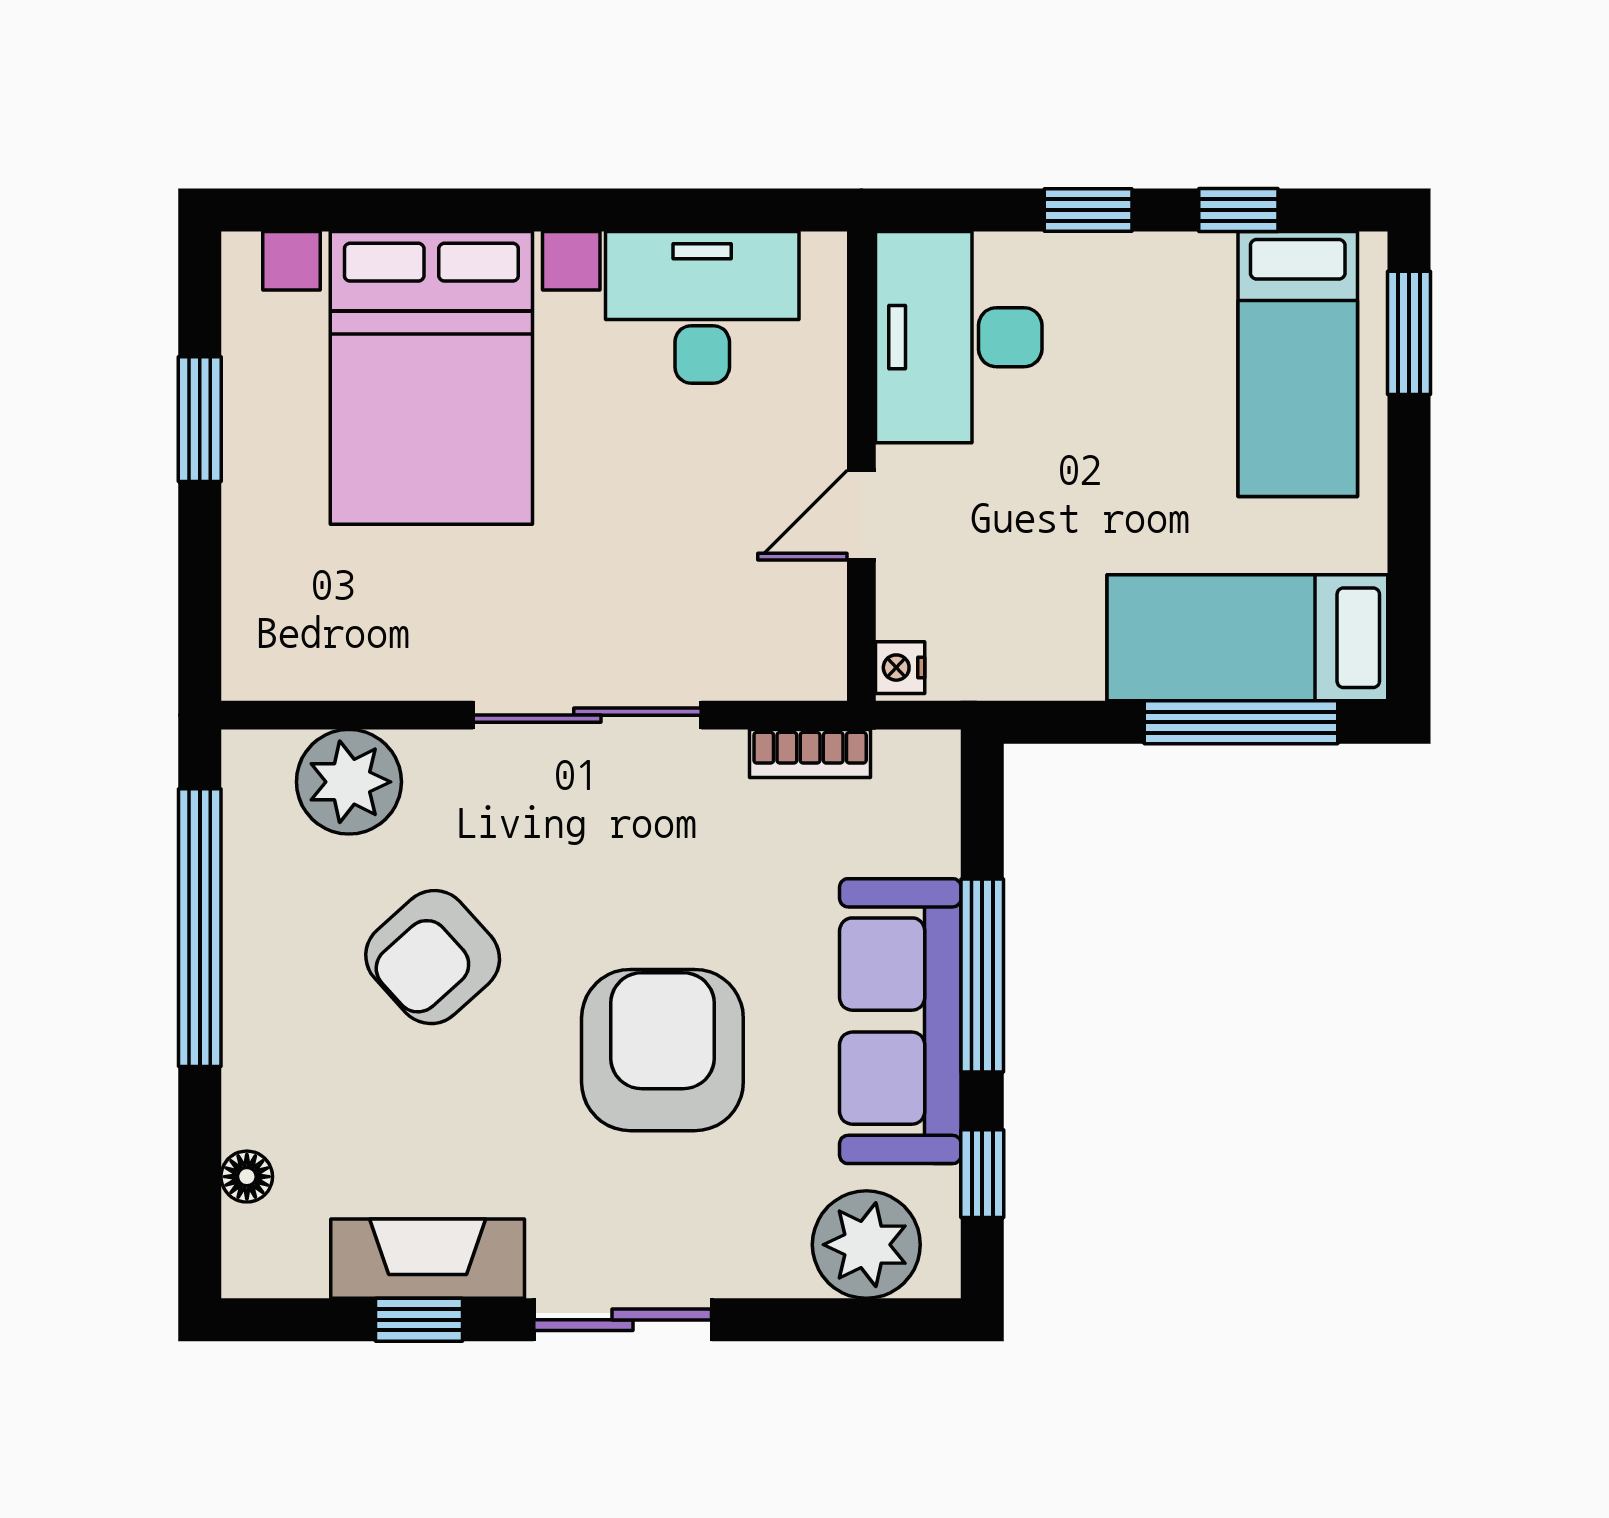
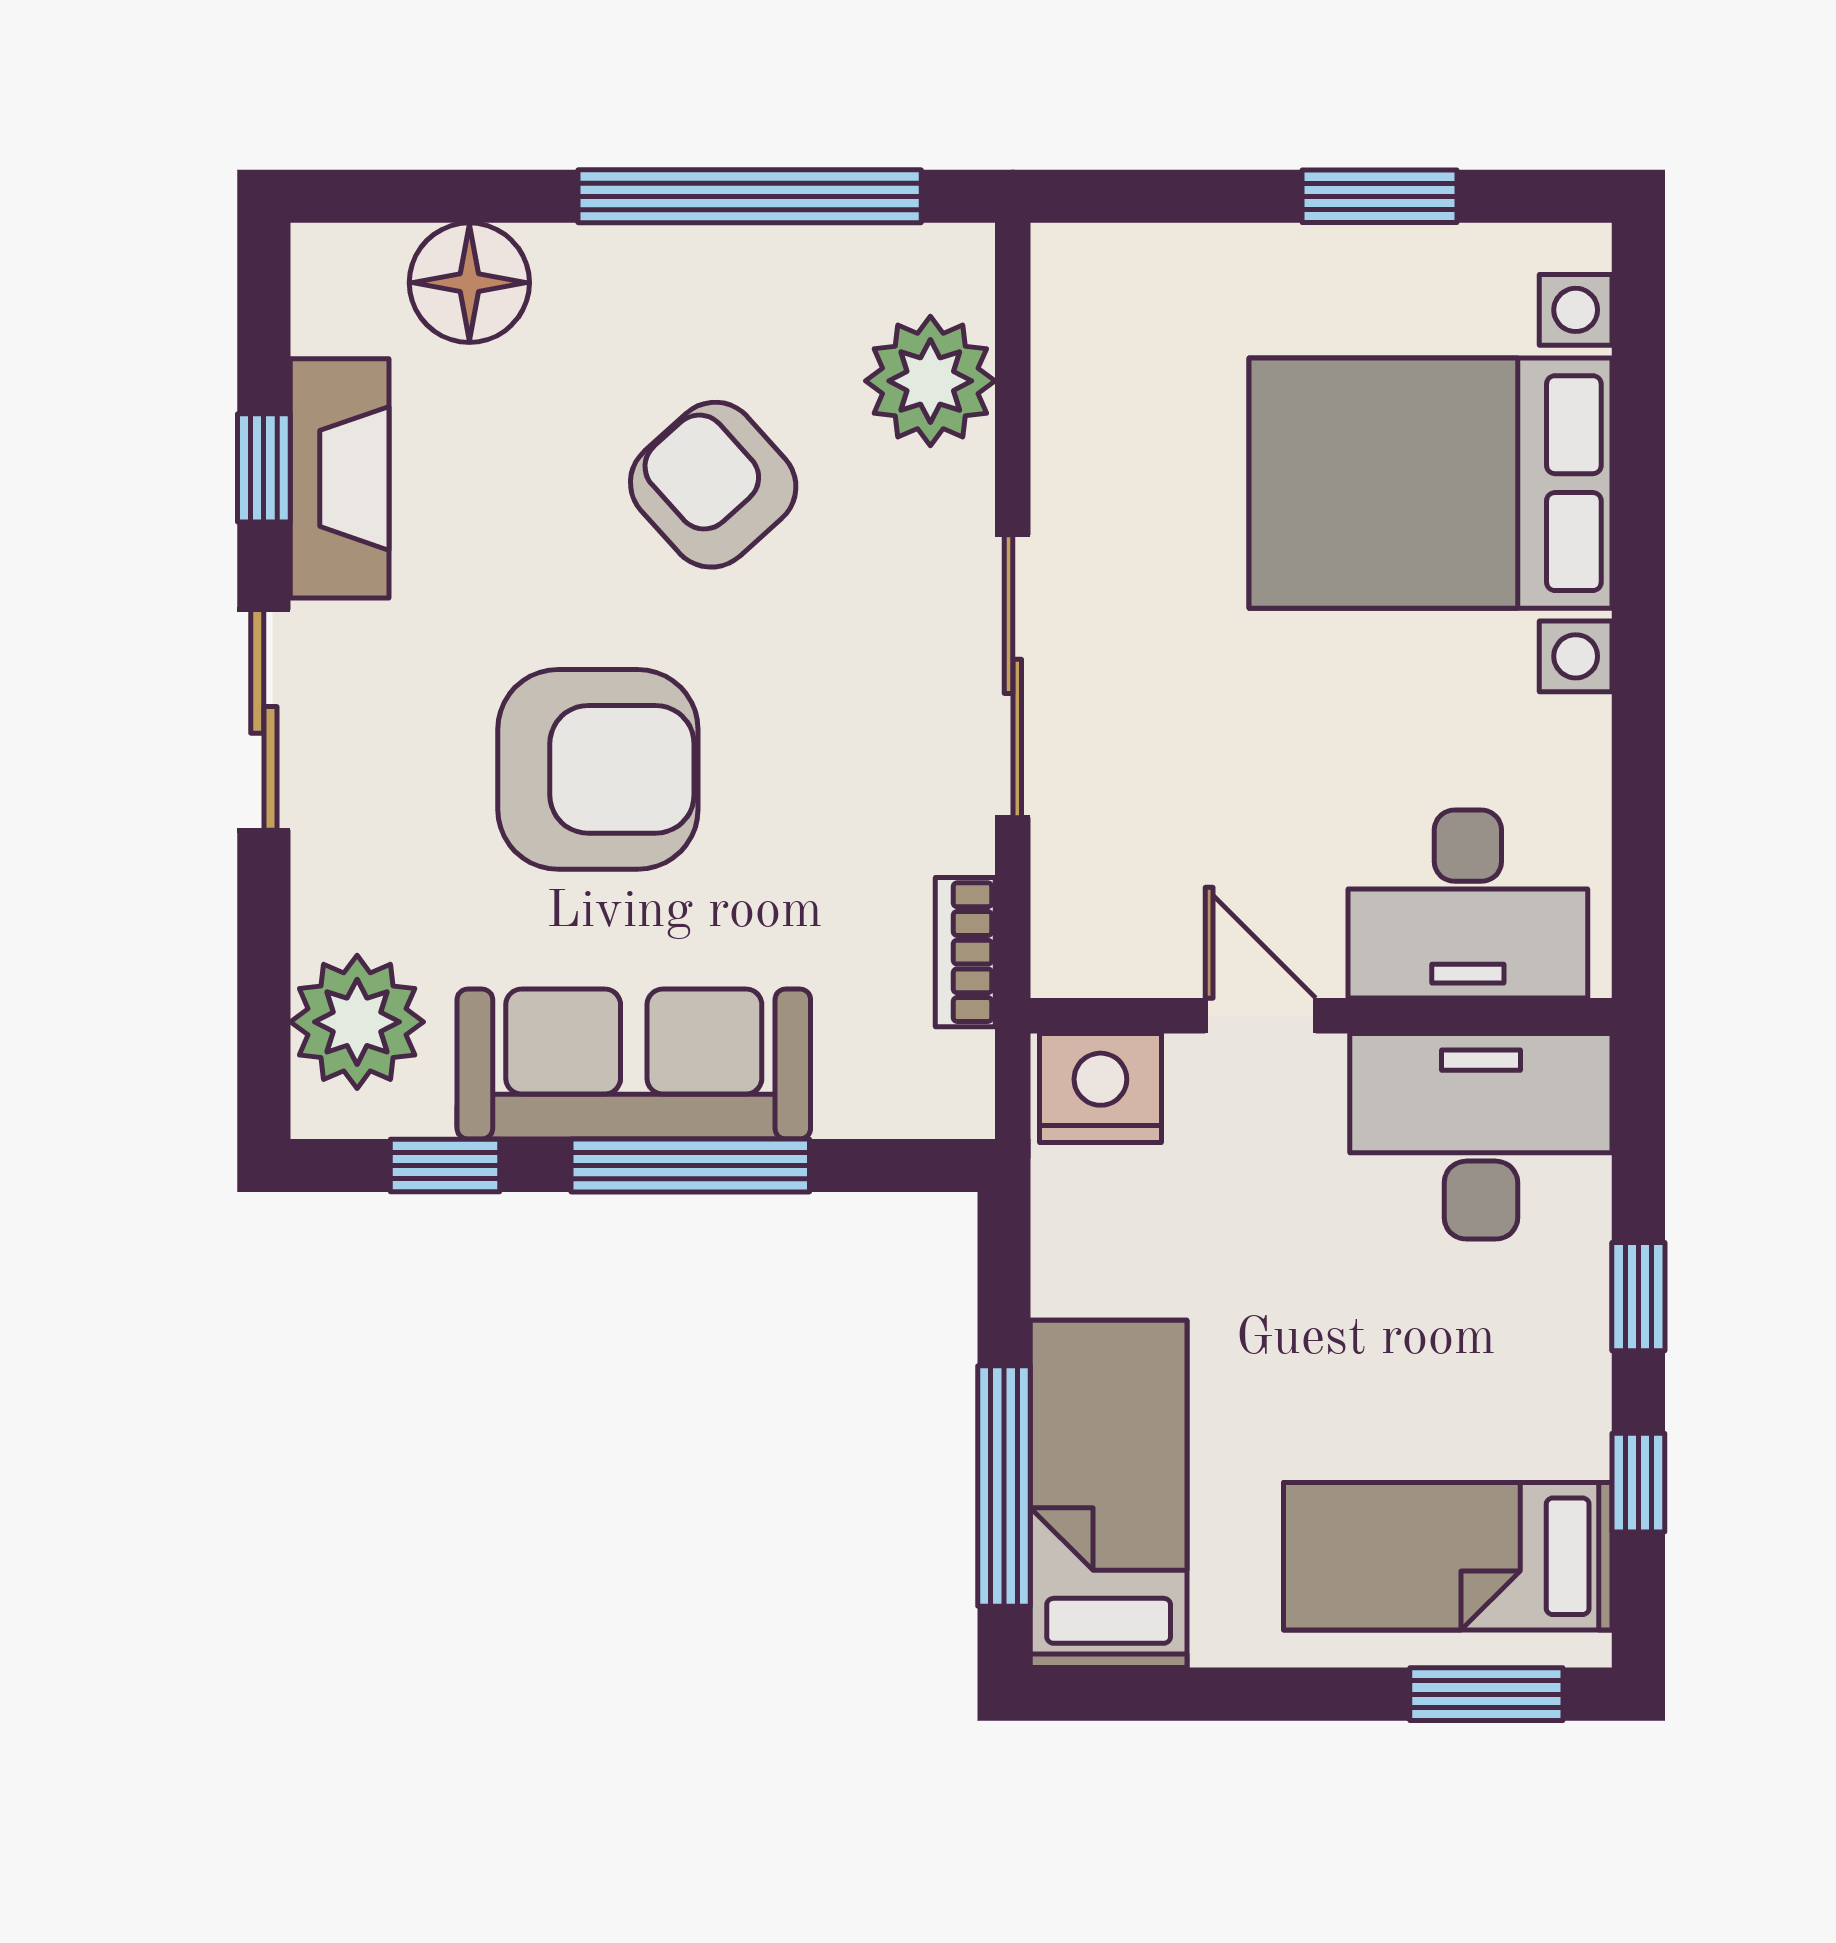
desk: (702, 307) -> (1468, 904), moved, turned 90
nightstand: (900, 668) -> (1100, 1088), width x1.89, depth x1.79
floor lamp: (247, 1177) -> (469, 283), width x1.89, depth x1.89

